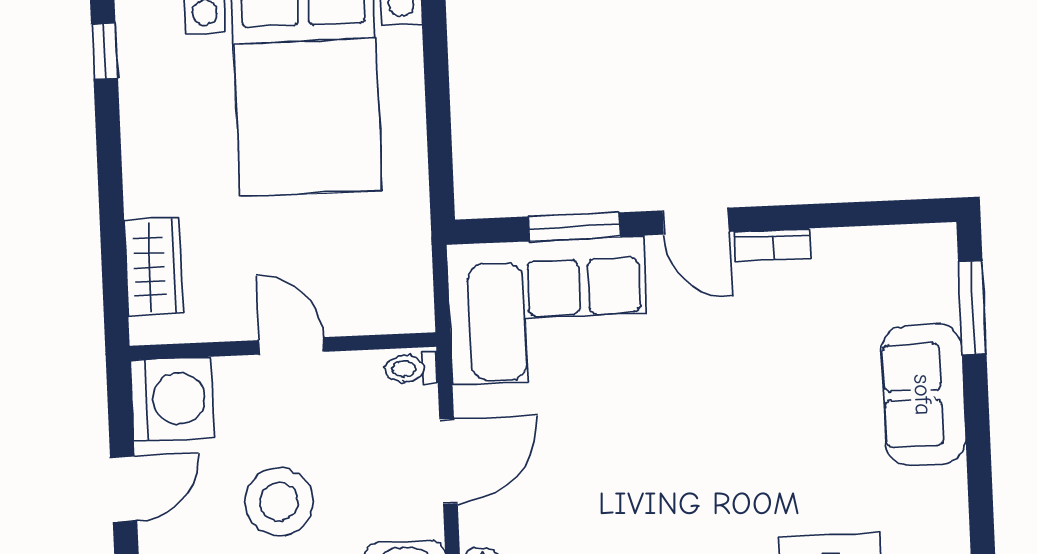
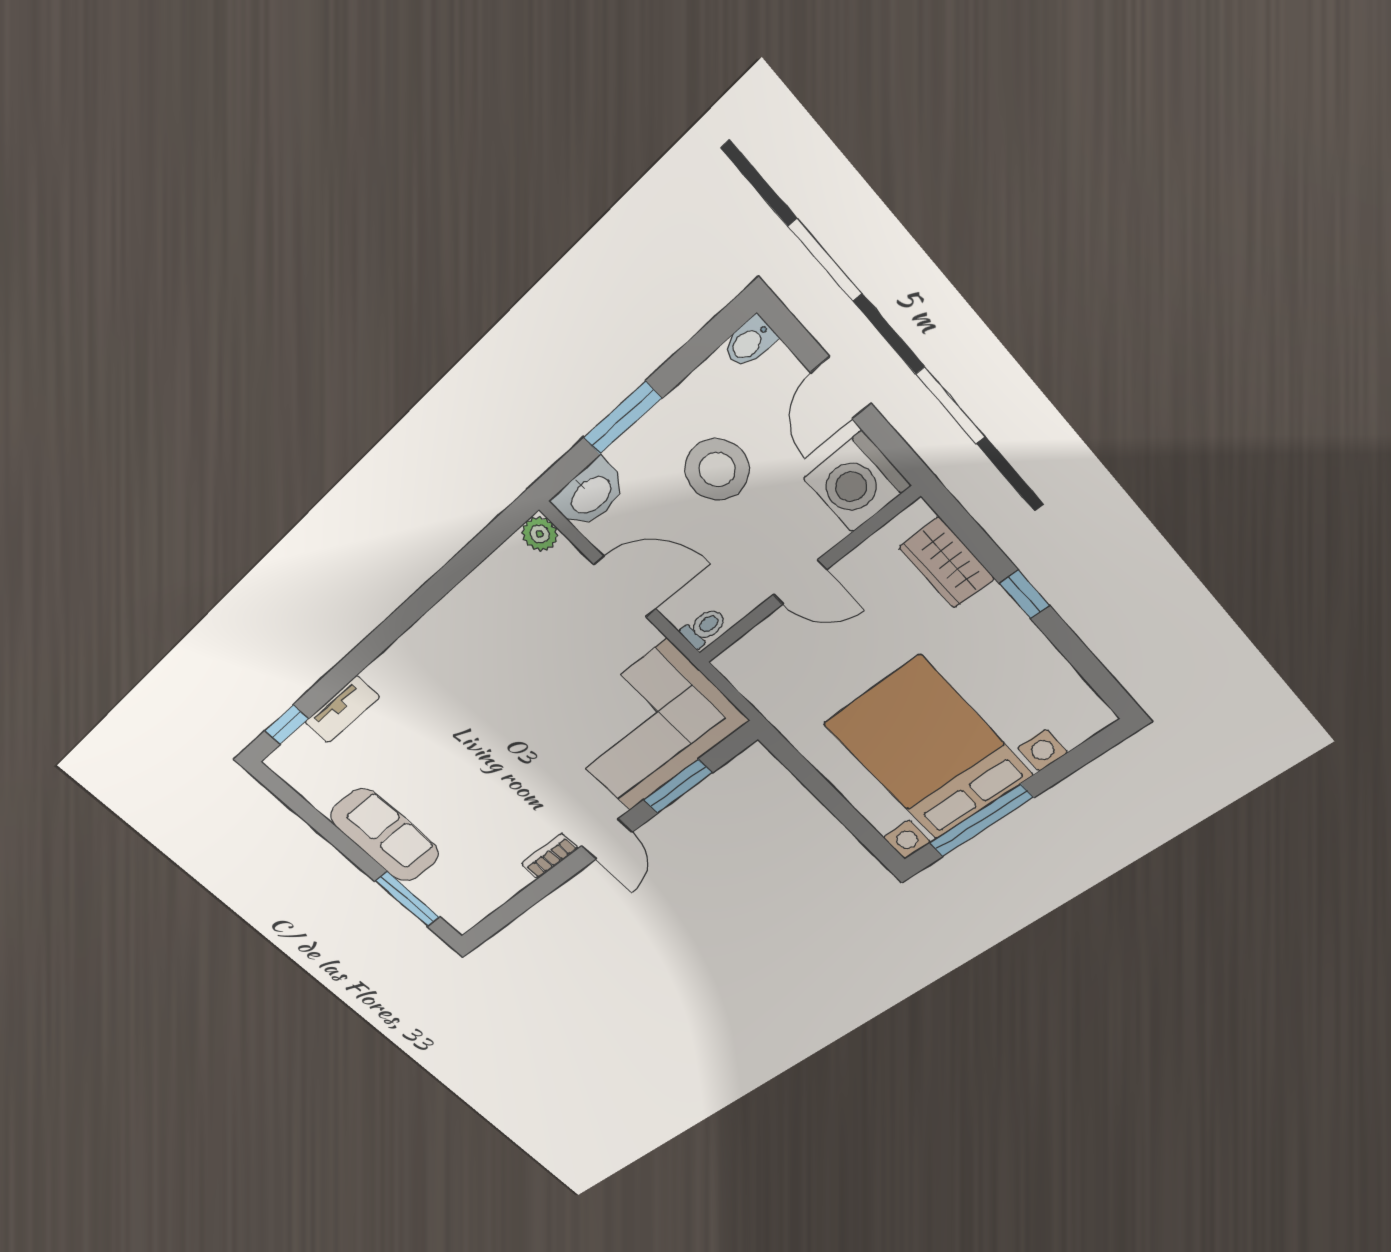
window: (105, 51) -> (1024, 594), moved
door: (696, 221) -> (607, 839), swing flipped
door: (449, 461) -> (625, 587), swing flipped

